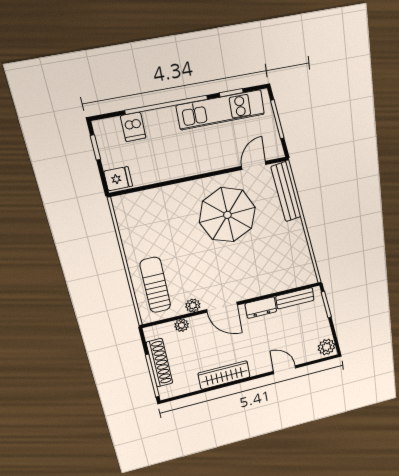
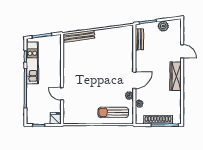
dishwasher: (133, 127) -> (33, 106), removed
door: (254, 165) -> (62, 94), moved
parasol: (227, 215) -> (84, 69), removed
dresser: (261, 308) -> (140, 59), removed
plant: (326, 347) -> (163, 26), moved
door: (285, 370) -> (182, 51), swing flipped
wardrobe: (224, 375) -> (176, 76), moved

